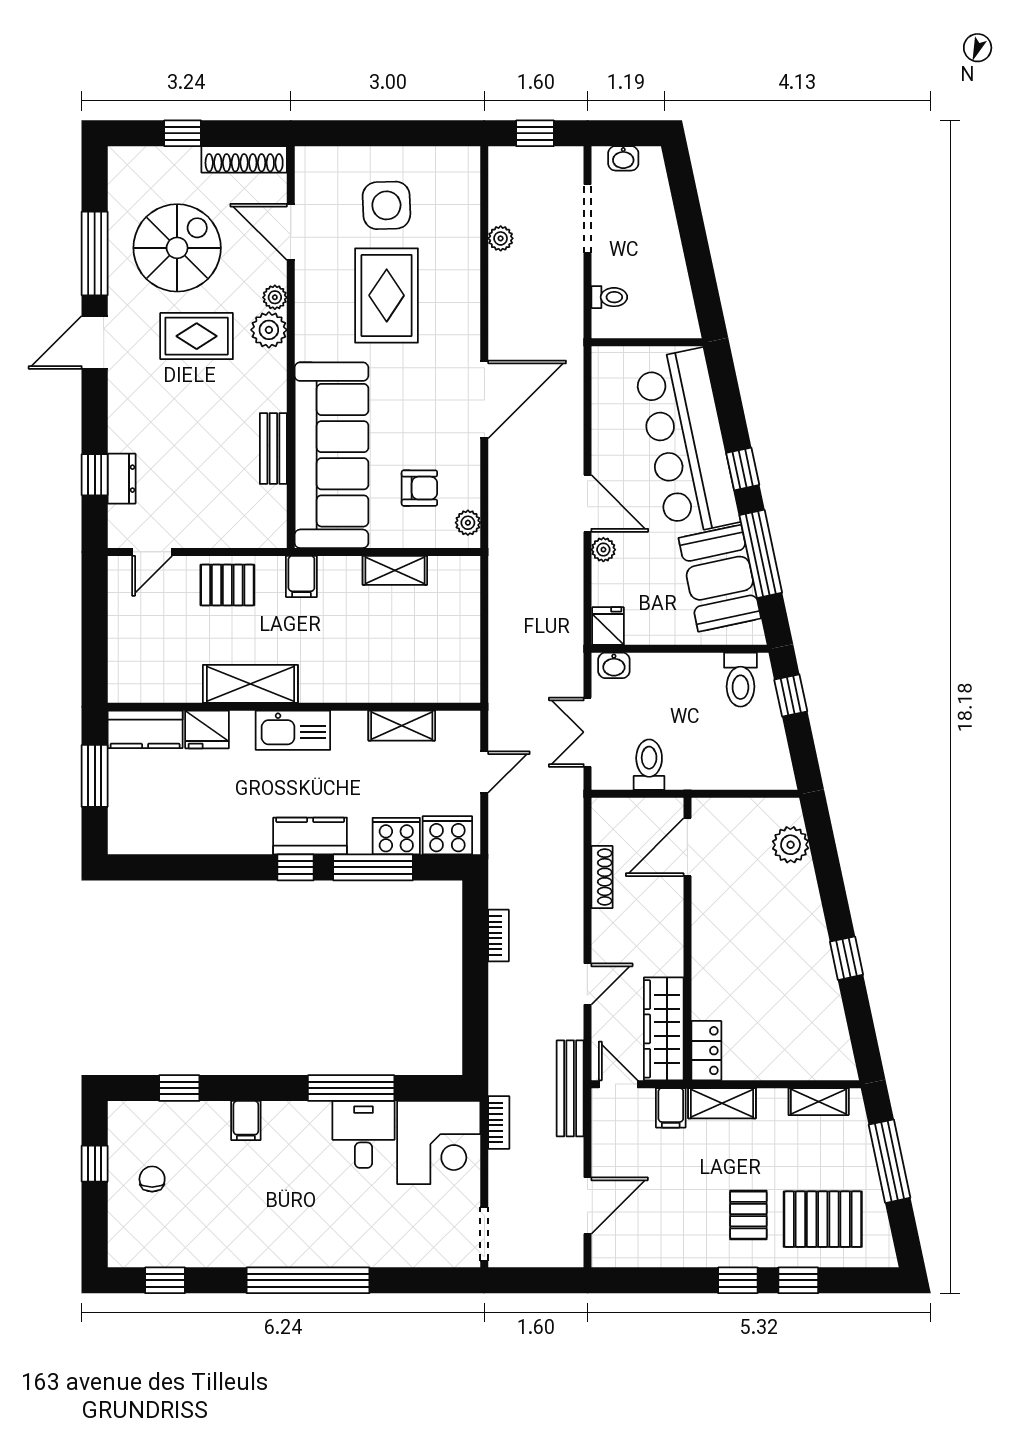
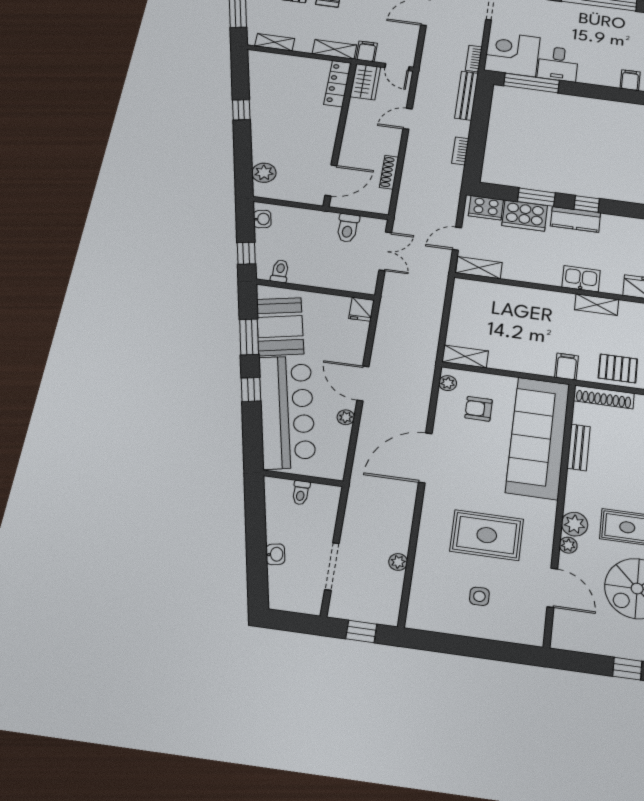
washbasin: (623, 158) -> (275, 554), moved, turned 78
shoe rack: (244, 159) -> (604, 397), moved, turned 180
side table: (386, 205) -> (479, 596), width x0.54, depth x0.54
rug: (387, 295) -> (487, 535), turned 90
toilet: (609, 297) -> (301, 493), moved, turned -90
plant: (603, 550) -> (346, 417), moved
window: (761, 554) -> (249, 337), width x0.69
shelving: (395, 570) -> (465, 357), moved
washbasin: (614, 665) -> (262, 219), moved, turned 78
toilet: (740, 680) -> (280, 271), width x0.73, depth x0.72
shelving: (250, 684) -> (597, 305), width x0.67, depth x0.75
shelving: (402, 726) -> (479, 268), moved
kitchen sink: (293, 730) -> (581, 279), width x0.73
cooker: (396, 836) -> (525, 216), width x1.37, depth x1.31
window: (373, 867) -> (536, 197), width x0.69
wardrobe: (664, 1029) -> (365, 82), width x0.67
locker: (706, 1051) -> (338, 84), width x1.53
window: (351, 1088) -> (531, 83), moved
bench: (570, 1088) -> (467, 96), moved

